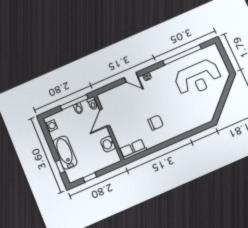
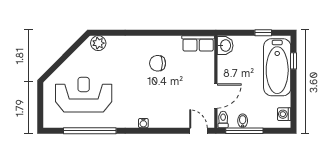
door: (131, 77) -> (198, 131), moved
plant: (204, 118) -> (98, 43), added
washbasin: (108, 144) -> (225, 46), moved
bathtub: (65, 153) -> (277, 67), width x1.36, depth x1.36

